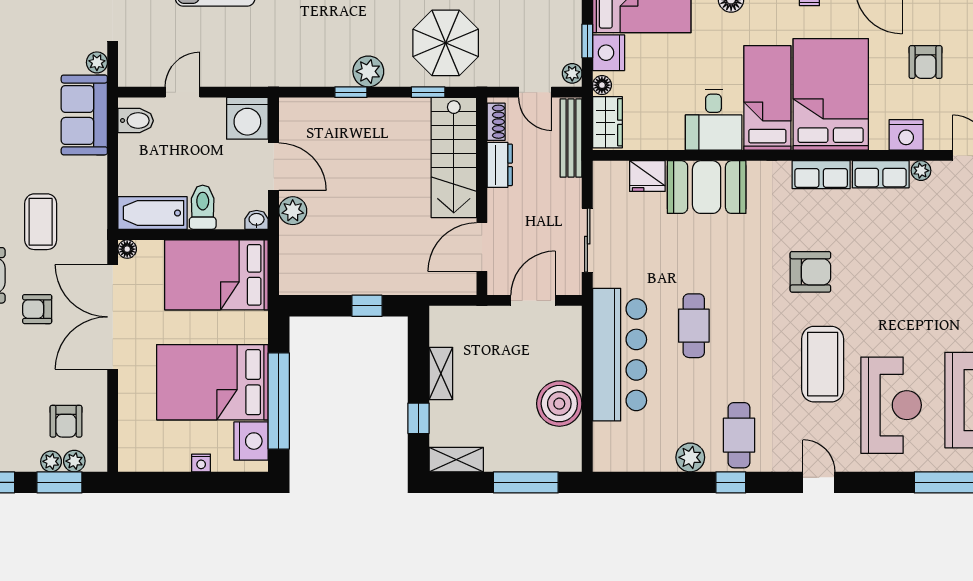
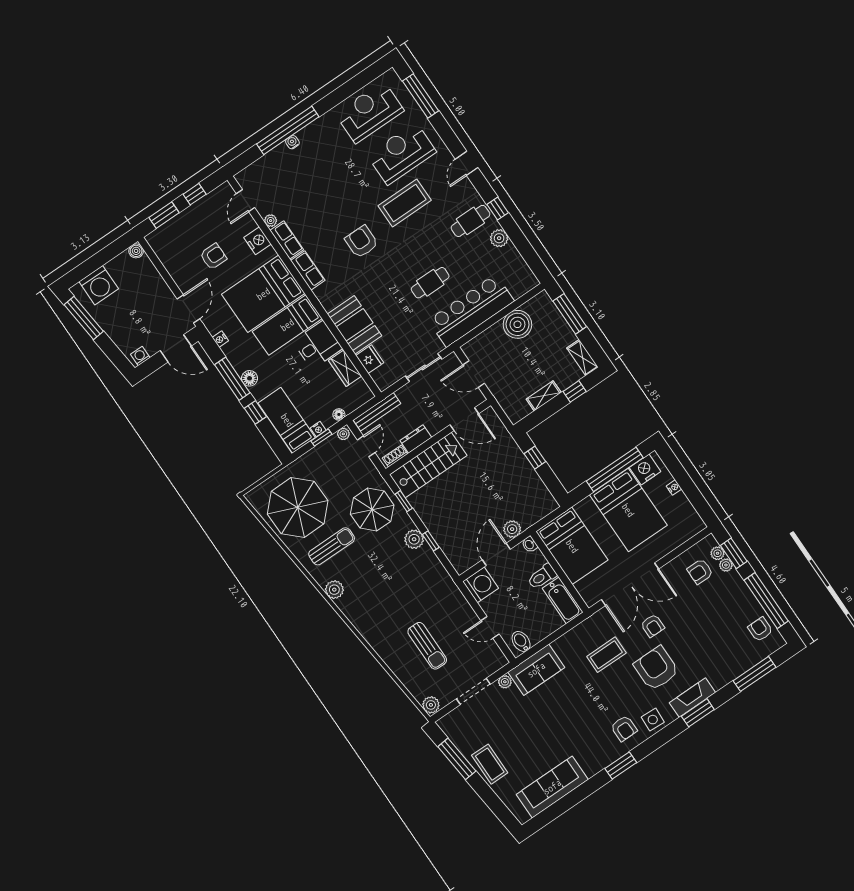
nightstand: (609, 53) -> (318, 429), width x0.53, depth x0.56
wardrobe: (607, 122) -> (345, 368), moved, turned -90
floor lamp: (127, 249) -> (590, 601), removed
armchair: (66, 421) -> (700, 572), turned 180

